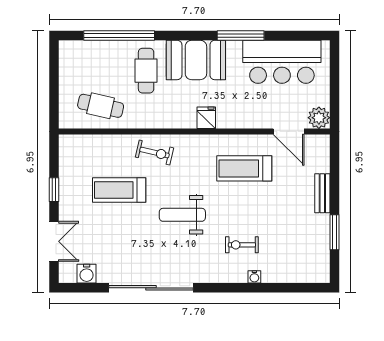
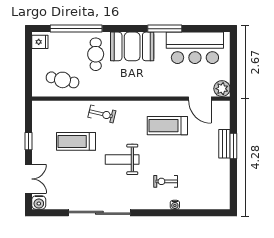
fridge: (206, 118) -> (40, 42), moved, turned 90
window: (335, 232) -> (233, 146), moved
water cooler: (87, 274) -> (39, 202), moved

